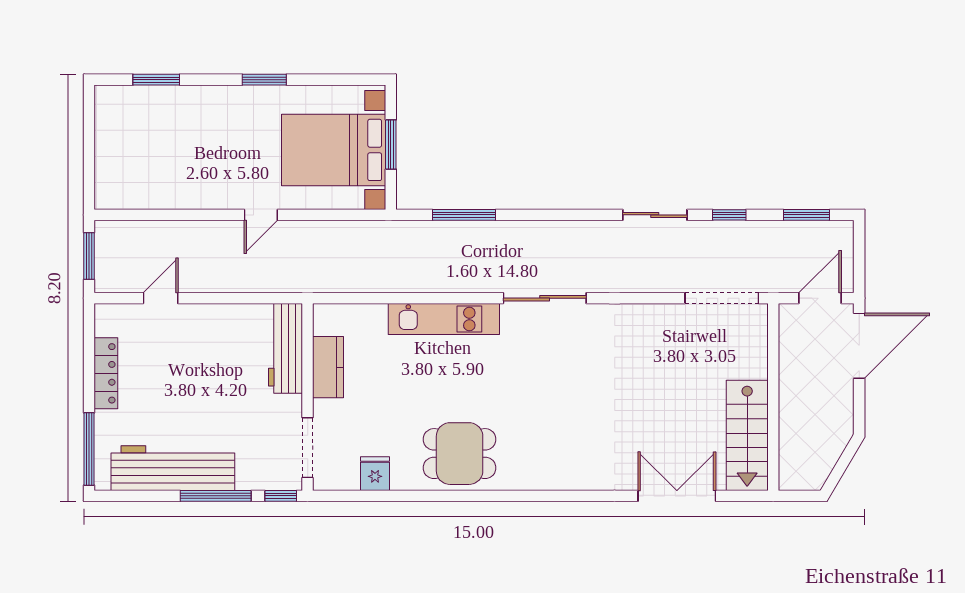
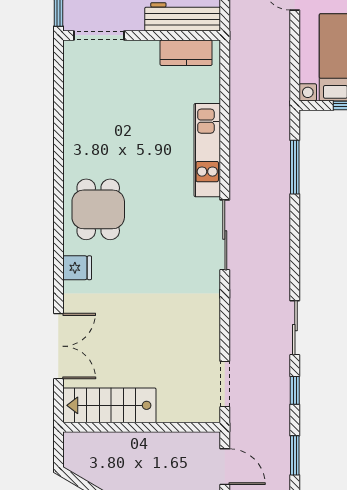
doorway: (722, 298) -> (225, 384), width x0.73
kitchen counter: (328, 367) -> (186, 53), moved
dining table: (460, 454) -> (98, 209), moved
fridge: (375, 474) -> (77, 268), moved

